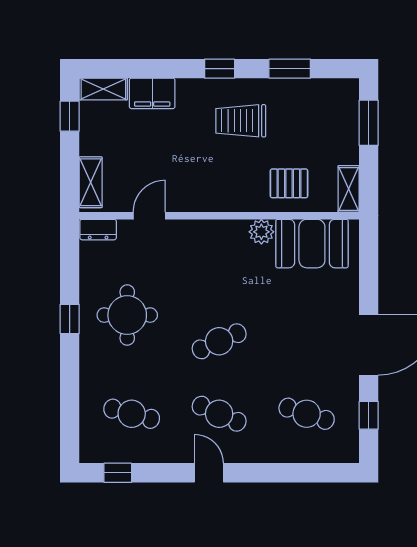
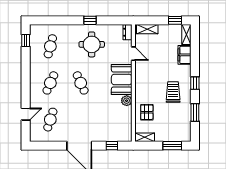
booth: (312, 244) -> (122, 79), moved
window: (369, 415) -> (112, 146), moved
door: (209, 473) -> (26, 114), moved

